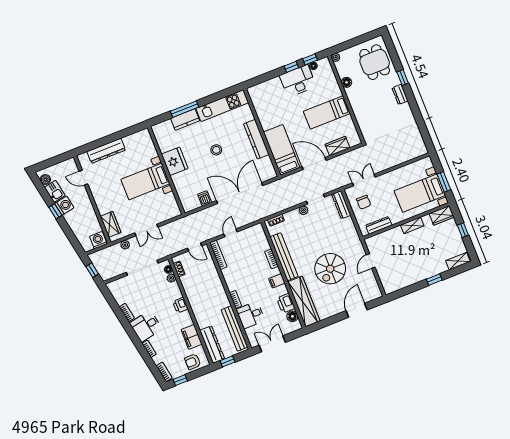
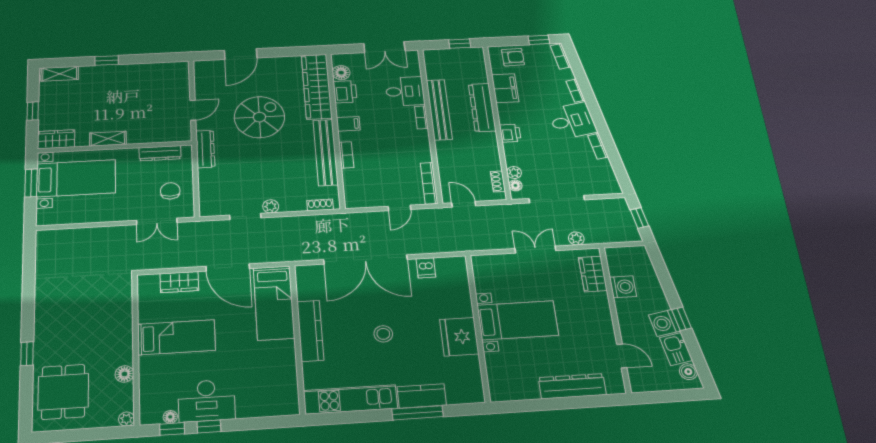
dresser: (400, 94) -> (43, 329), removed
dresser: (341, 205) -> (205, 149), moved
washing machine: (98, 240) -> (623, 287), moved, turned -90
bench: (234, 328) -> (439, 110), moved
dresser: (212, 345) -> (482, 107), moved

